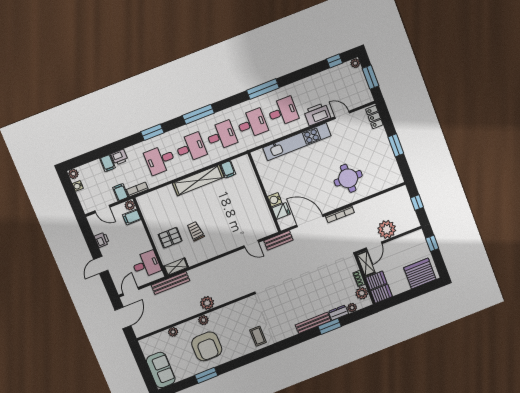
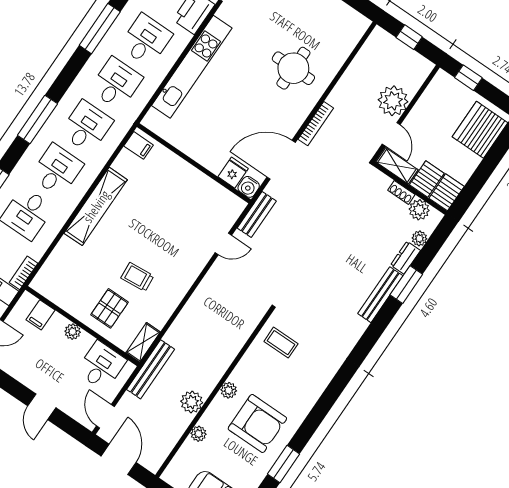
filing cabinet: (228, 169) -> (139, 145), moved
water cooler: (275, 200) -> (249, 187), moved
plant: (130, 205) -> (73, 332), moved
printer: (102, 240) -> (21, 372), removed
plant: (207, 303) -> (192, 402), moved
coffee table: (258, 336) -> (281, 343), moved

